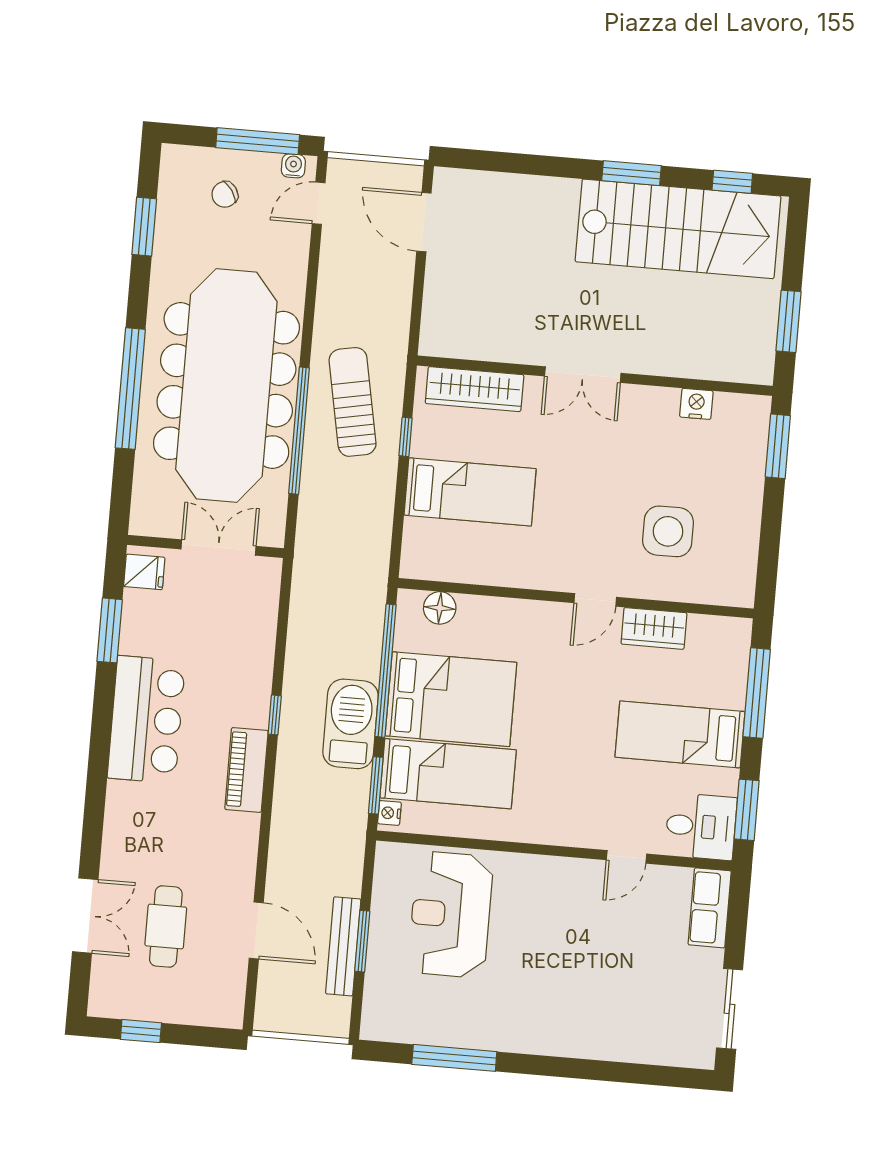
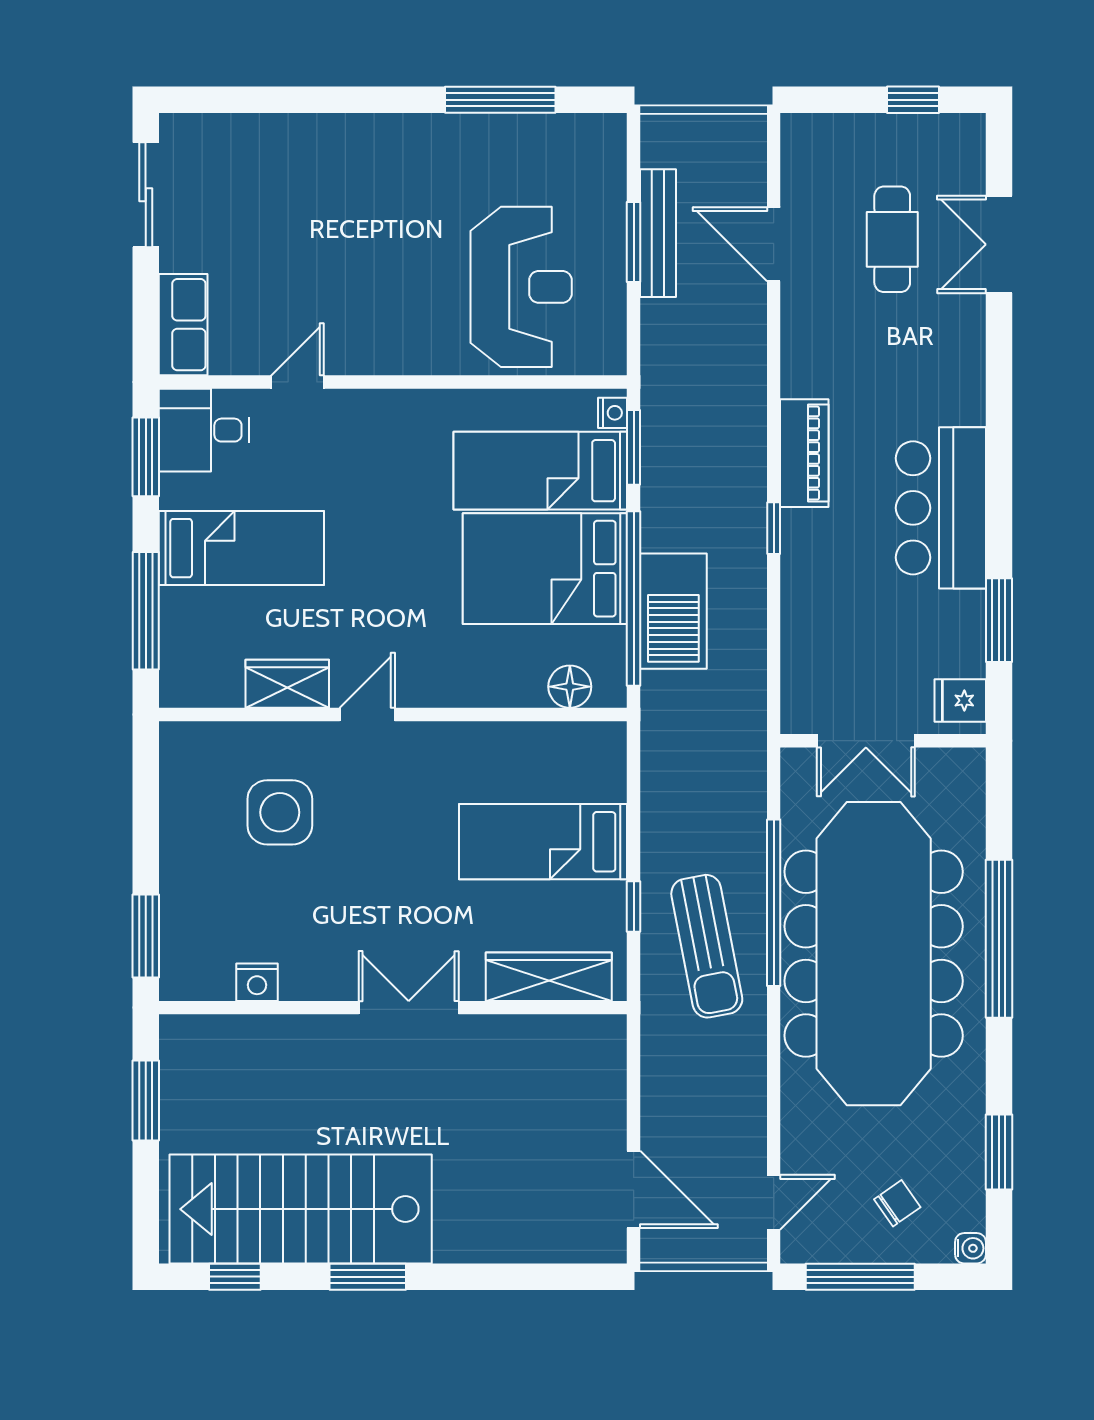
water cooler: (293, 166) -> (970, 1248), moved, turned -90
barbecue: (351, 724) -> (673, 611), moved

